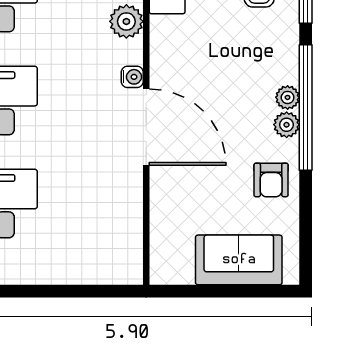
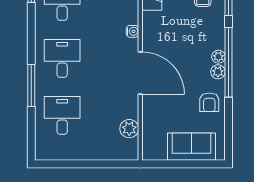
plant: (126, 21) -> (129, 129), moved
water cooler: (132, 77) -> (133, 31), moved

